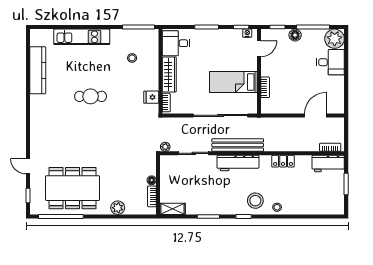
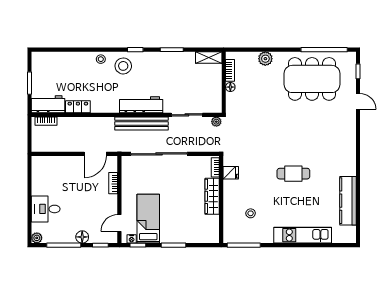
plant: (335, 39) -> (37, 238), width x0.53, depth x0.53
desk: (176, 43) -> (205, 229), removed
bed: (233, 82) -> (148, 219), moved, turned -90
door: (315, 115) -> (95, 154), moved
locker: (283, 161) -> (78, 107), moved

